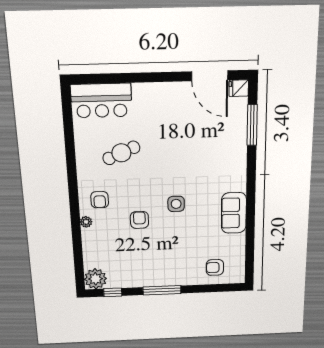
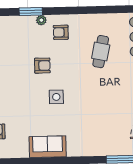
cafe table: (121, 153) -> (101, 52), turned 35
window: (76, 234) -> (31, 12), added

